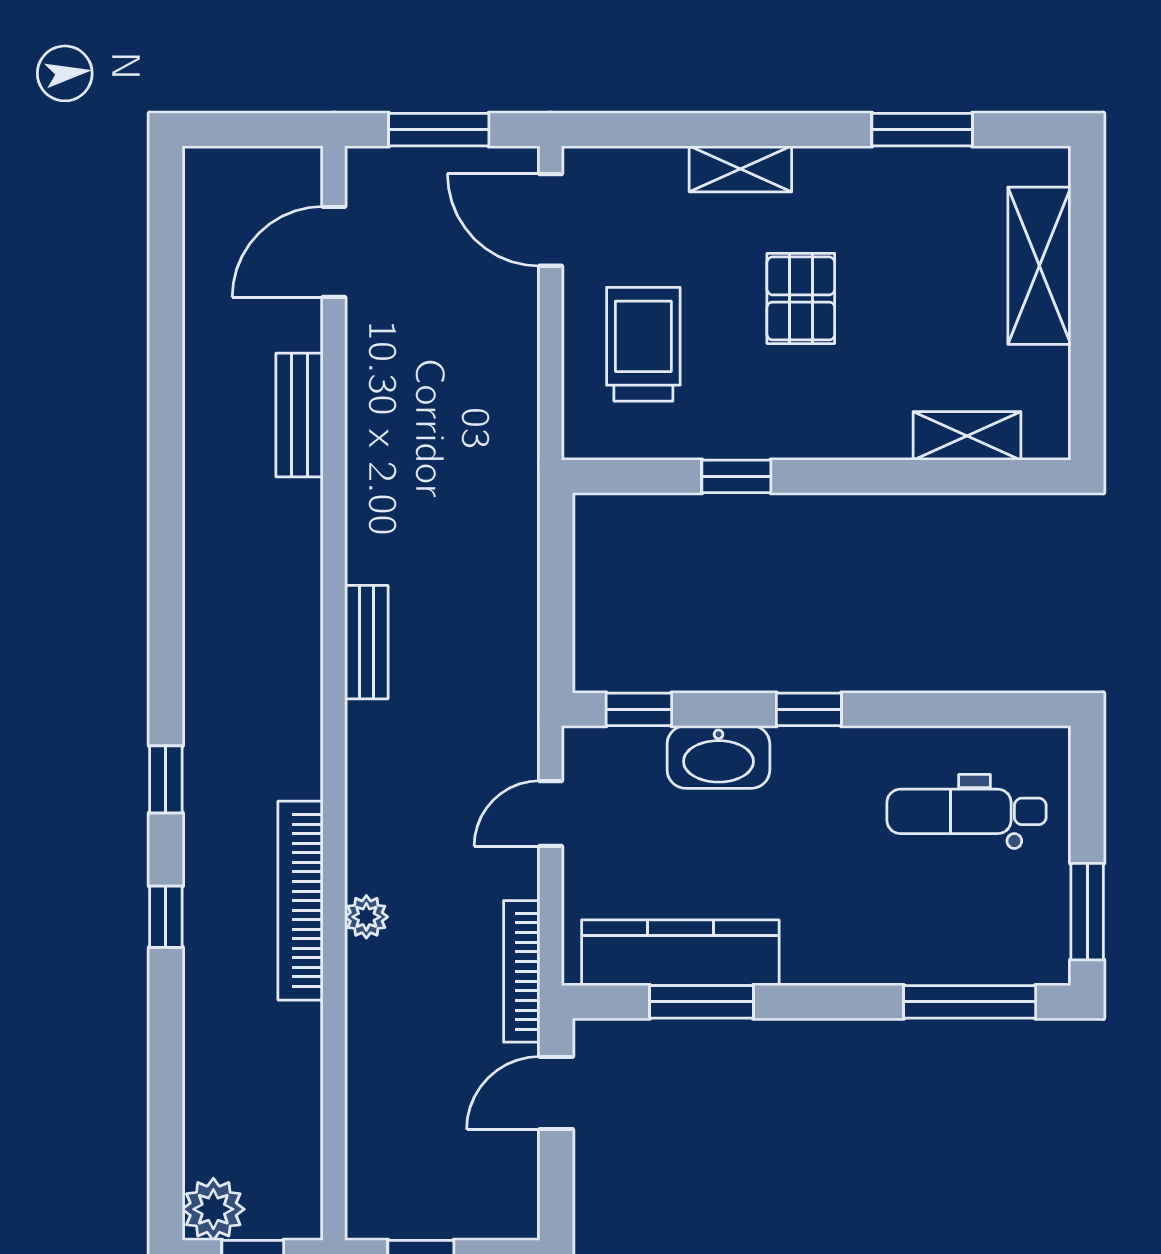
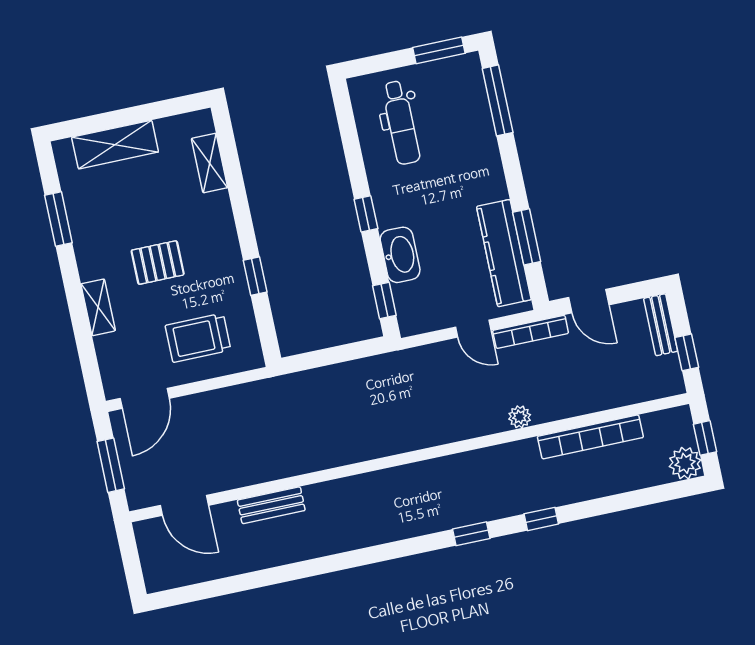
bench: (366, 642) -> (661, 325), moved, turned 90
door: (551, 814) -> (473, 329), moved
bookcase: (300, 901) -> (590, 437), moved

